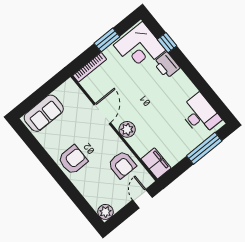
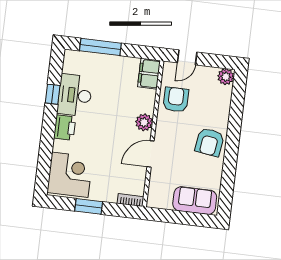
window: (167, 43) -> (53, 94), moved
printer: (167, 65) -> (65, 128), moved
bookcase: (90, 67) -> (131, 200), width x0.64
desk: (200, 115) -> (75, 95), moved
armchair: (73, 160) -> (210, 142), turned -82

